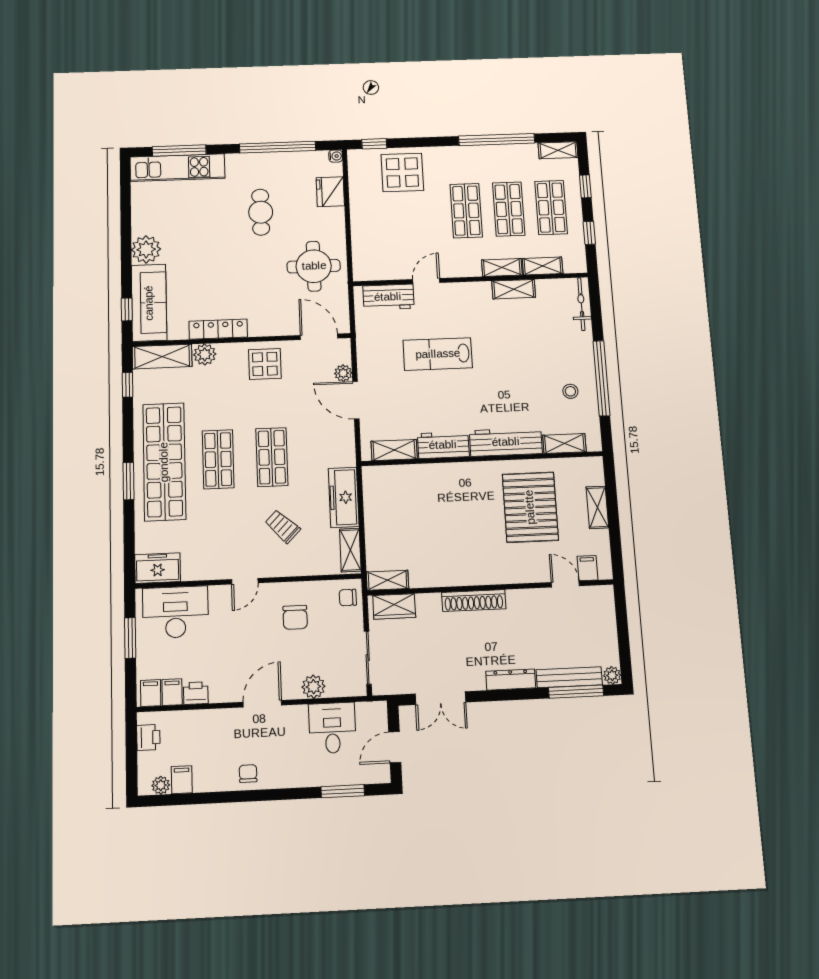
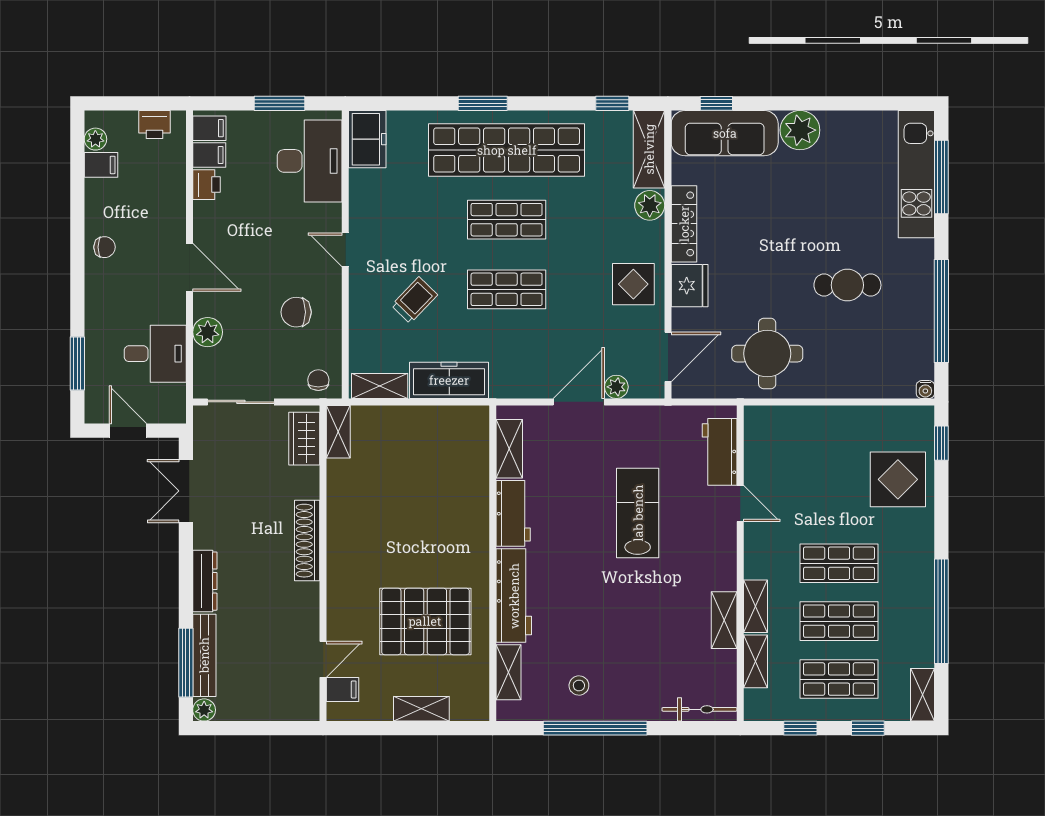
fridge: (330, 192) -> (690, 286), moved, turned 90

